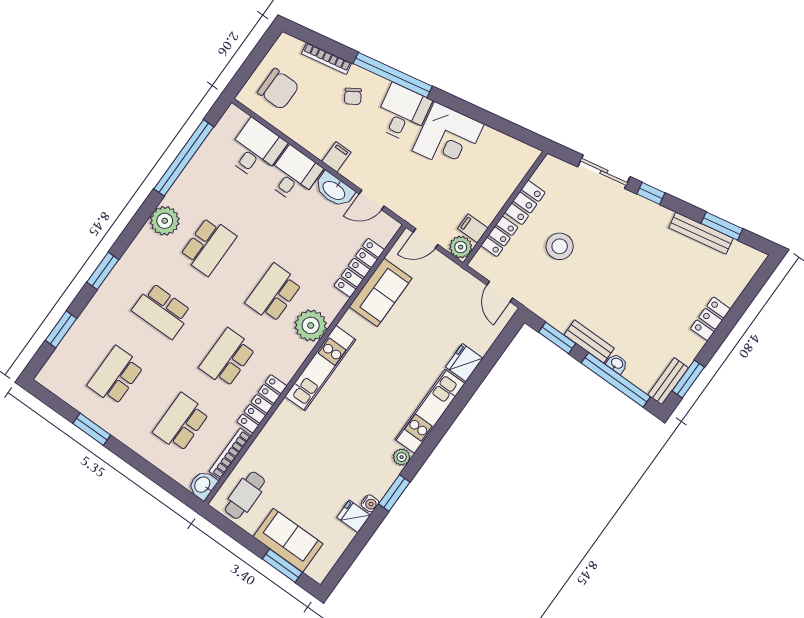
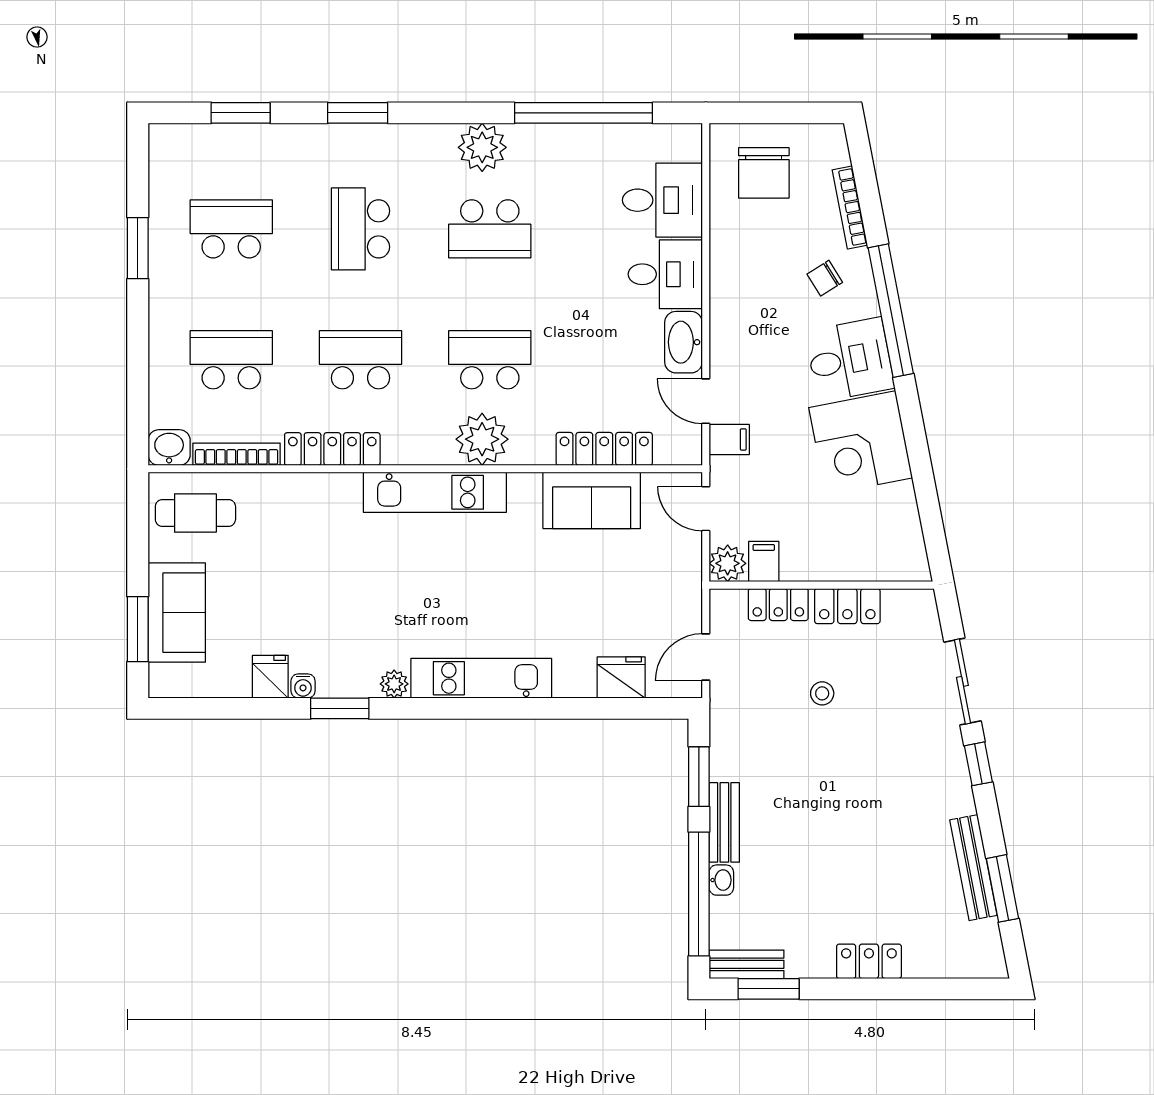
filing cabinet: (336, 157) -> (729, 440), moved
stool: (560, 246) -> (822, 693), width x0.53, depth x0.53
fridge: (464, 363) -> (621, 677), moved

